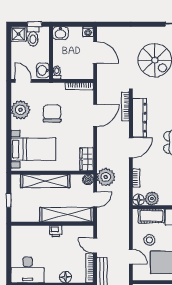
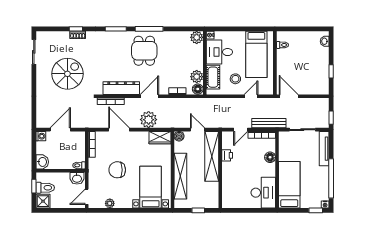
plant: (20, 110) -> (110, 203), width x0.53, depth x0.53
door: (131, 148) -> (149, 96), hinge flipped
plant: (106, 177) -> (149, 120), moved
printer: (56, 231) -> (227, 155), moved

